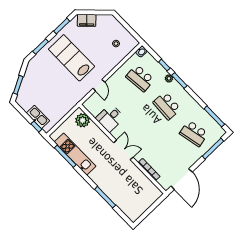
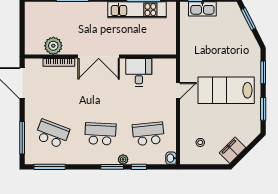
filing cabinet: (87, 20) -> (233, 150), moved
lab bench: (72, 58) -> (226, 90), turned 180
door: (99, 85) -> (178, 91), swing flipped
plant: (83, 120) -> (53, 46), moved
school desk: (194, 133) -> (52, 134), turned 33
double door: (123, 150) -> (99, 56), width x1.37

